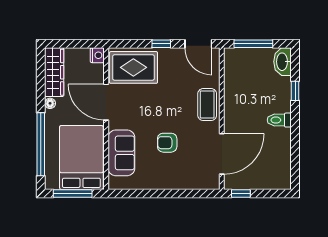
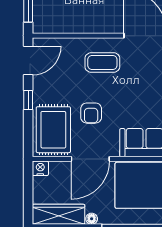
coffee table: (207, 105) -> (102, 62), moved
armchair: (167, 143) -> (91, 113), moved

